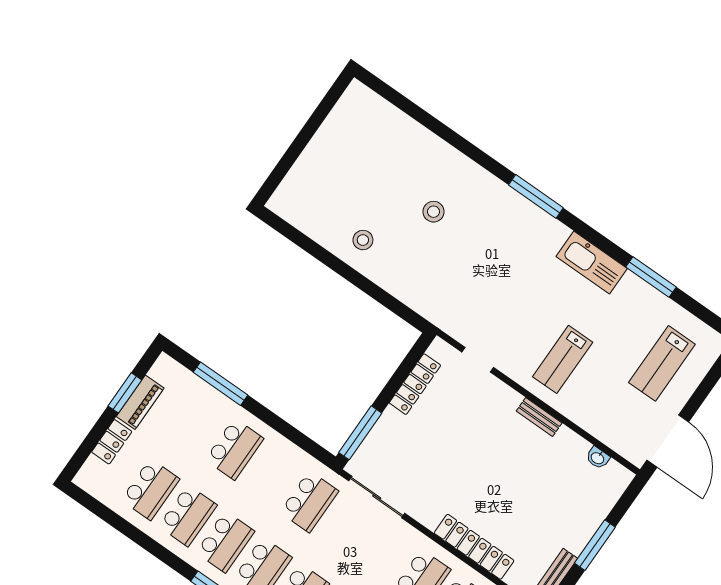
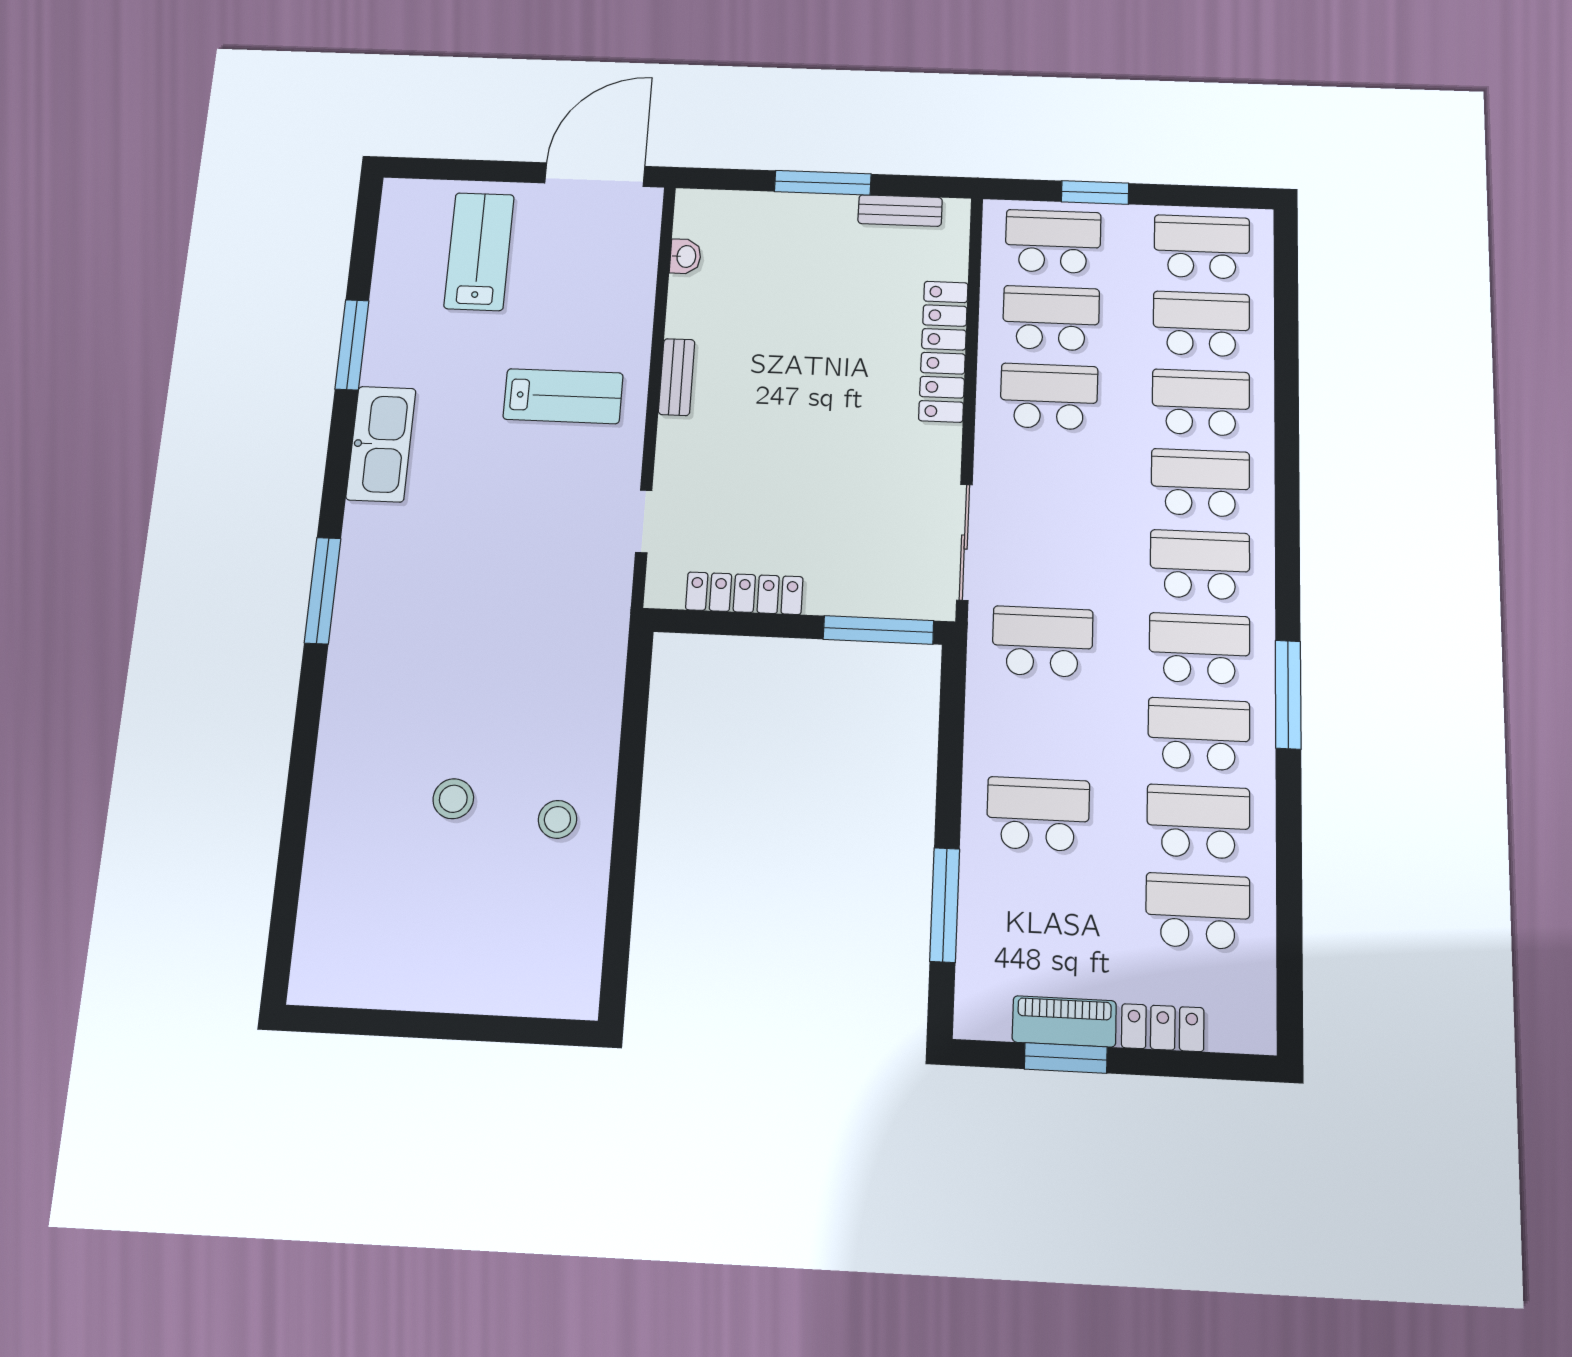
stool: (434, 212) -> (453, 799), moved
lab bench: (662, 363) -> (479, 251), turned -90

